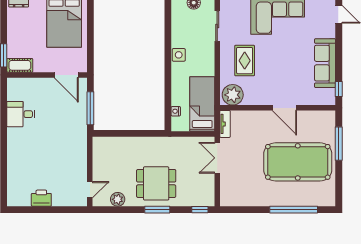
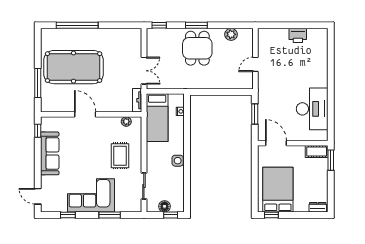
plant: (233, 95) -> (126, 122), width x0.53, depth x0.53
window: (90, 108) -> (255, 114), width x0.69
desk: (21, 114) -> (312, 109), width x1.87, depth x1.30
dining table: (156, 183) -> (197, 48), turned 90
door: (90, 190) -> (255, 64), moved

